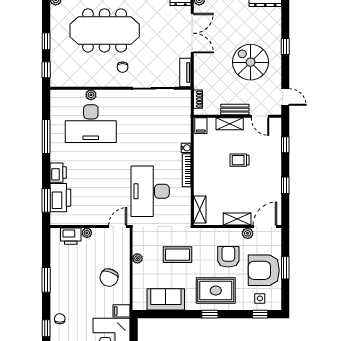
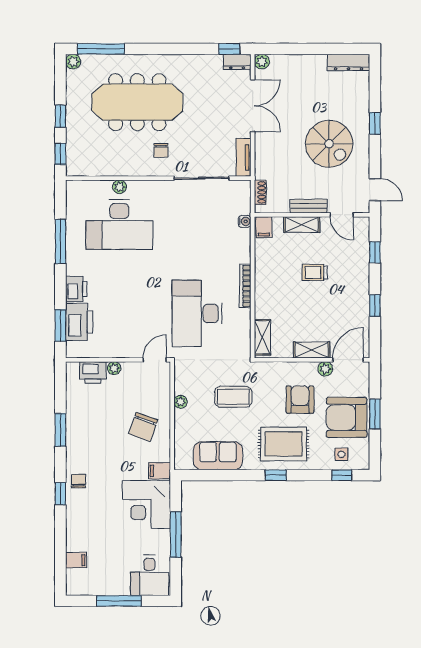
spiral stairs: (251, 62) -> (329, 144), turned 180
water cooler: (186, 148) -> (245, 221), moved

